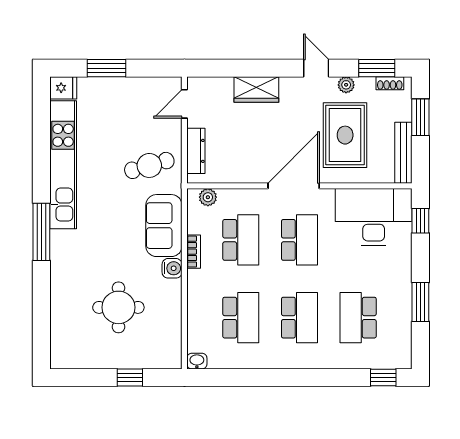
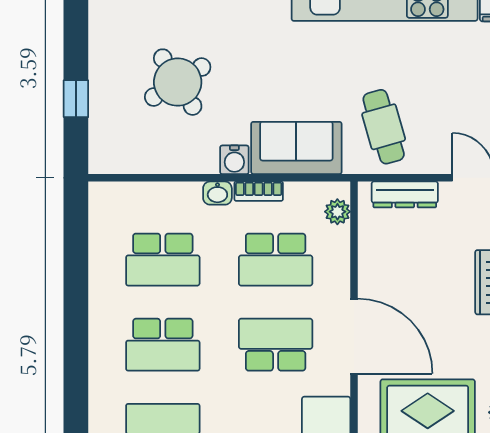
school desk: (299, 240) -> (276, 345), turned 180
round table: (118, 307) -> (178, 82), turned -32
washbasin: (197, 361) -> (217, 193), moved, turned 90

